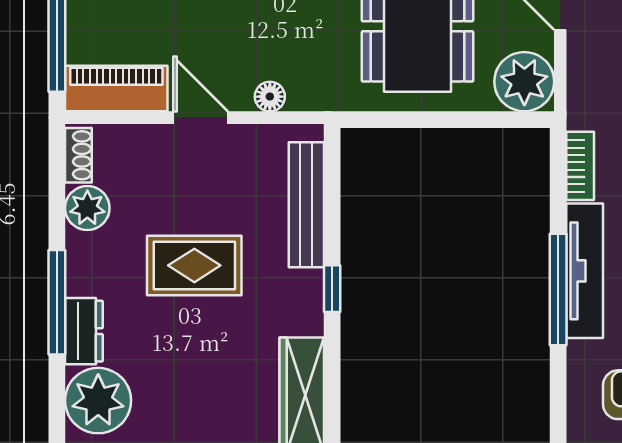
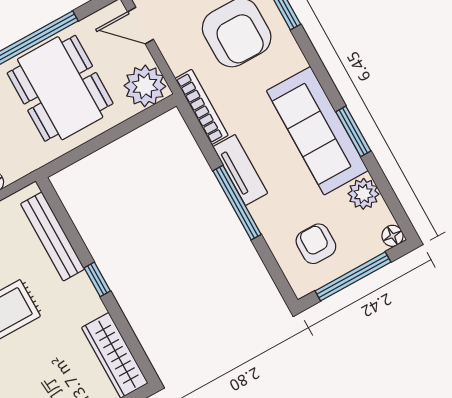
bookcase: (580, 166) -> (202, 107), width x1.56
tv unit: (585, 271) -> (240, 170), width x0.71

